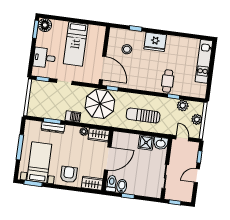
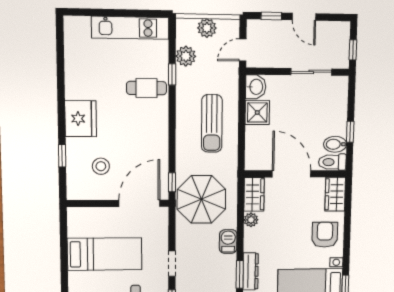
kitchen unit: (204, 61) -> (130, 28), moved
armchair: (69, 175) -> (325, 235), turned 90

